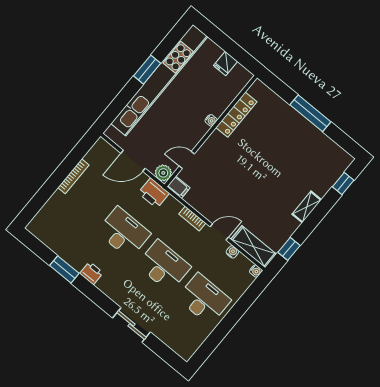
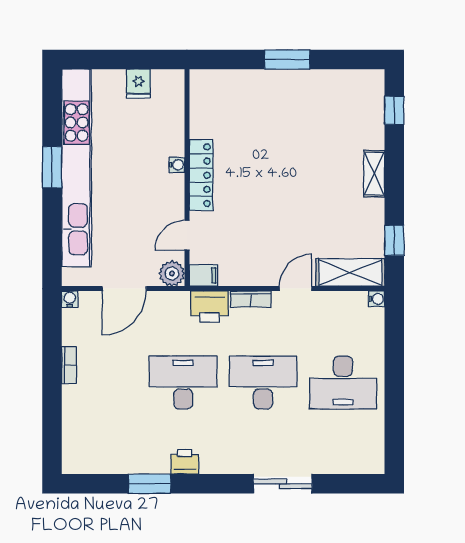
window: (310, 113) -> (287, 60), width x0.69
locker: (236, 115) -> (201, 175), moved
bookcase: (73, 176) -> (69, 365), width x0.64
printer: (154, 193) -> (210, 306), moved
water cooler: (232, 252) -> (70, 299), moved
desk: (204, 299) -> (343, 383), turned 180

